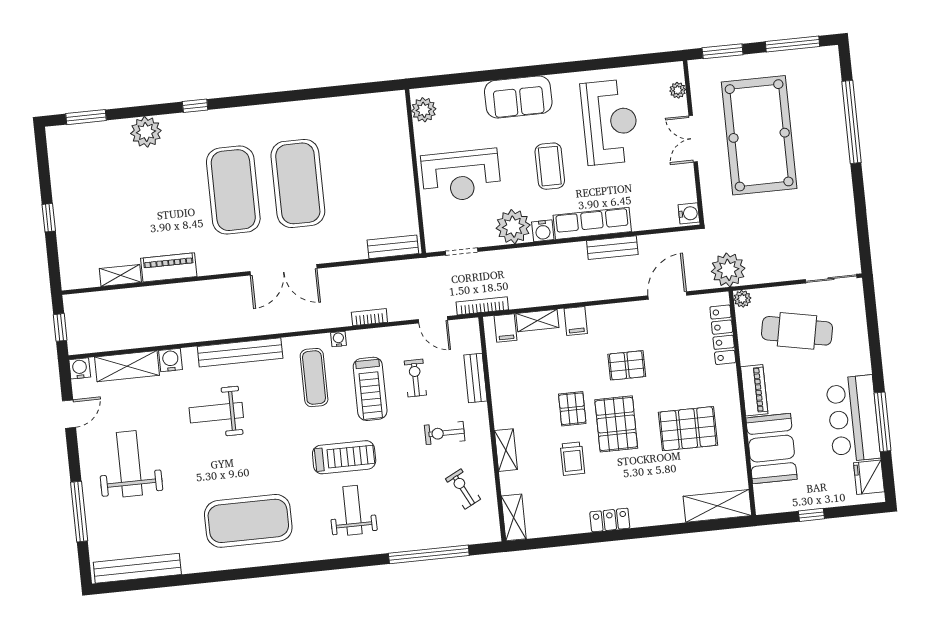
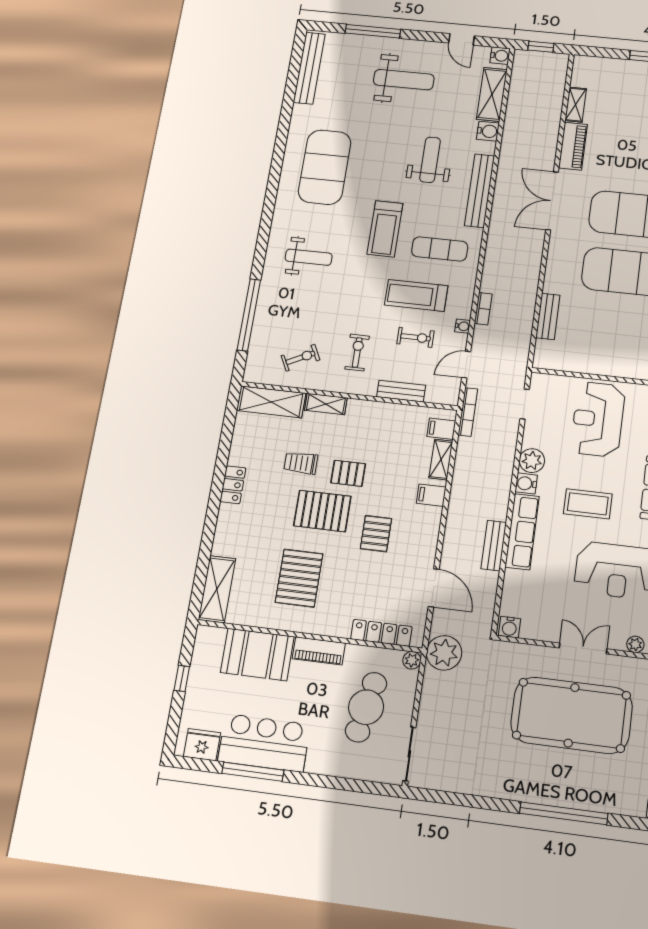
plant: (513, 227) -> (532, 461), width x0.73, depth x0.73
bench: (393, 247) -> (548, 316), moved
double door: (284, 270) -> (552, 201), moved
water cooler: (338, 339) -> (463, 326), moved
treadmill: (344, 457) -> (385, 229), moved
shelving: (514, 517) -> (271, 402), width x1.50, depth x1.33

